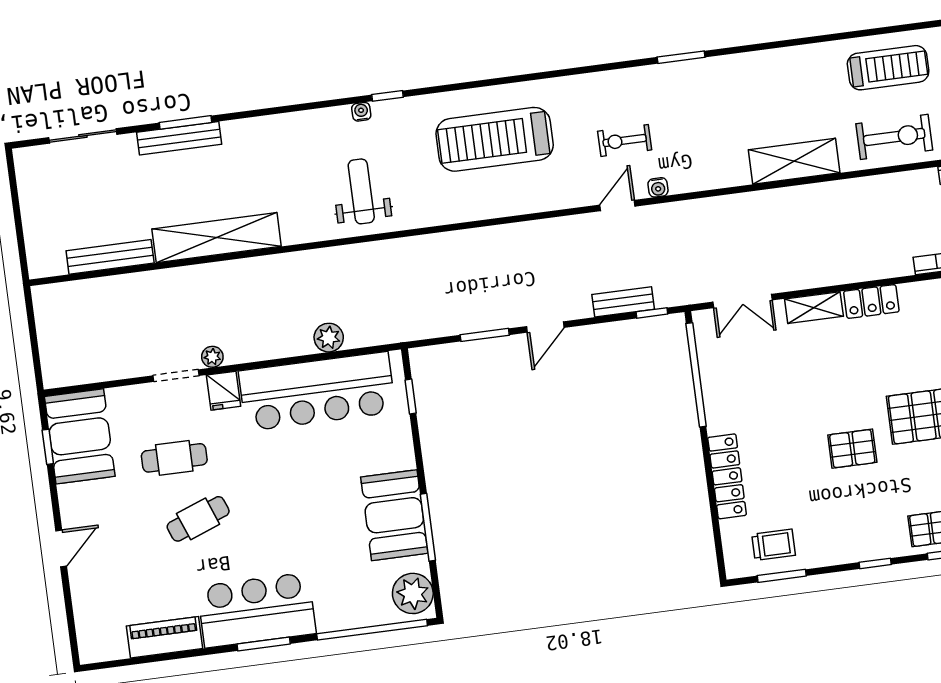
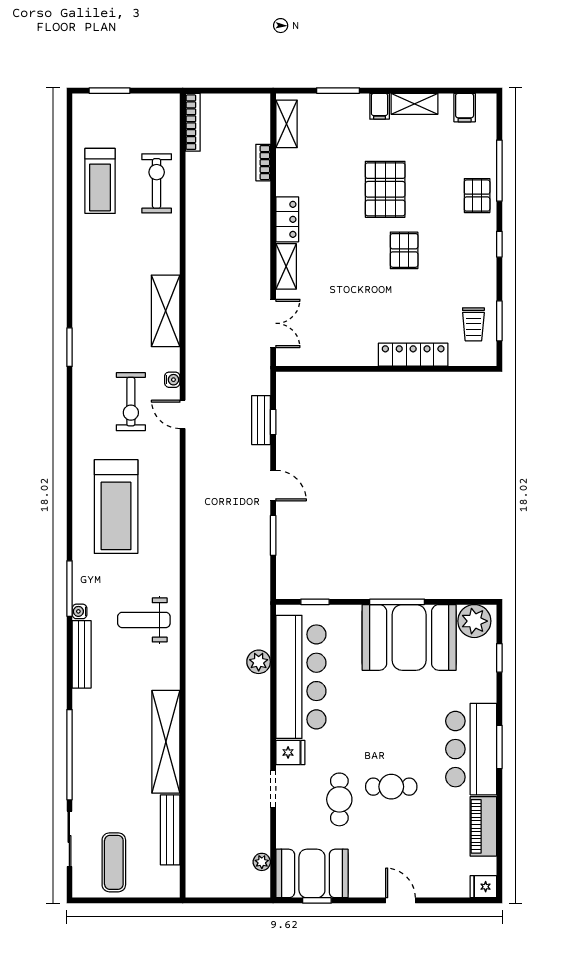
treadmill: (888, 68) -> (100, 181), turned 180
window: (387, 96) -> (69, 589), width x2.17
window: (185, 122) -> (69, 755), width x2.11
bench: (179, 138) -> (82, 654), moved
exercise bike: (625, 141) -> (131, 402), width x1.38, depth x1.39
shelving: (794, 161) -> (166, 311), moved
exercise mat: (62, 194) -> (114, 862), added
window: (652, 313) -> (273, 422), moved
plant: (212, 357) -> (262, 862), moved
window: (696, 375) -> (328, 369), removed
booth: (394, 515) -> (409, 637), width x1.36, depth x1.42
cafe table: (198, 519) -> (391, 787), turned -69
window: (428, 527) -> (397, 602), moved
trolley: (774, 545) -> (473, 324), turned 180
window: (372, 630) -> (499, 658), width x0.32
fridge: (91, 647) -> (483, 887), added

